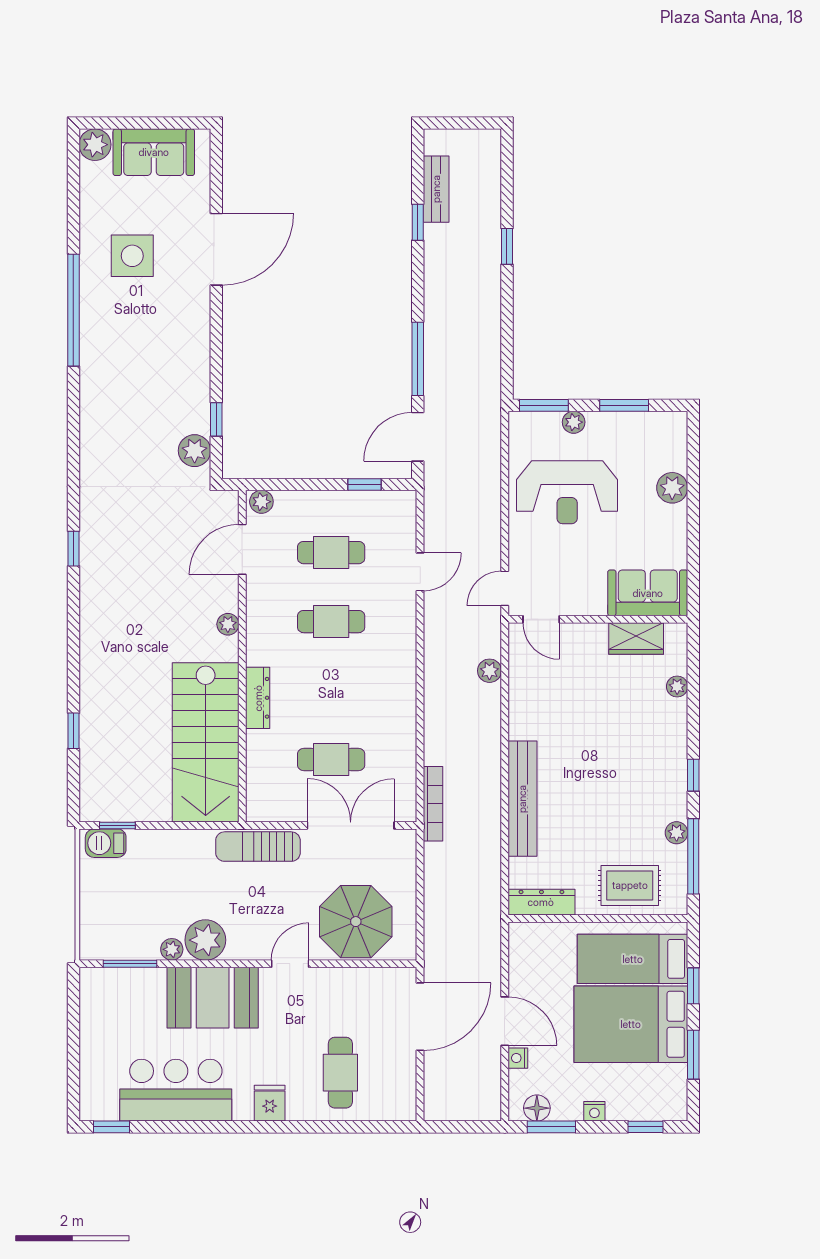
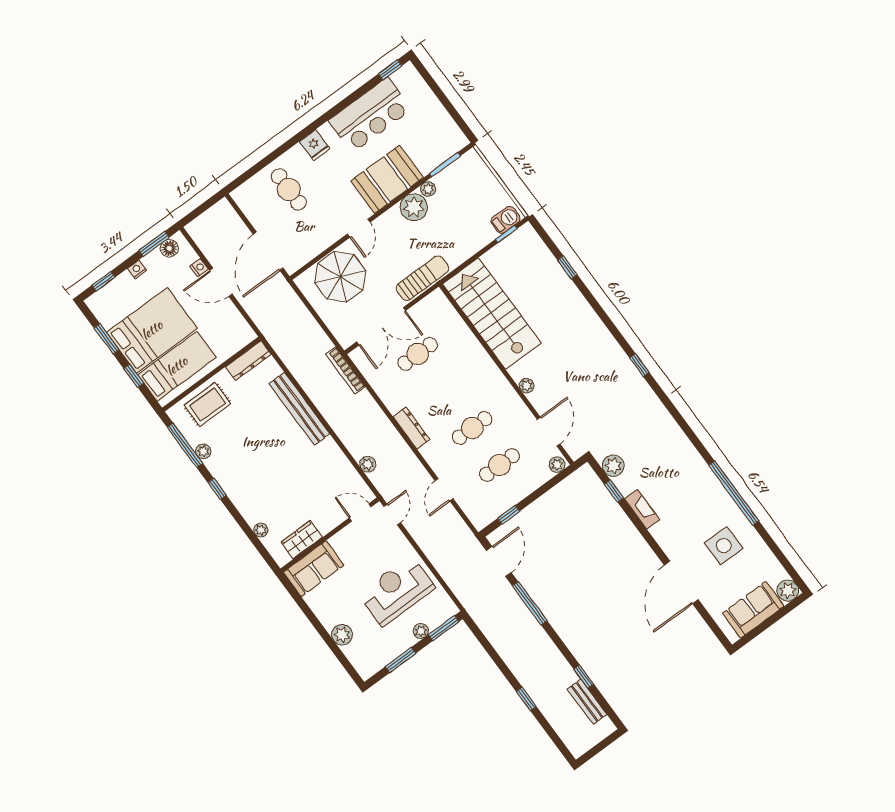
fireplace: (199, 372) -> (642, 509), added
dresser: (258, 698) -> (411, 428), moved, turned 180

